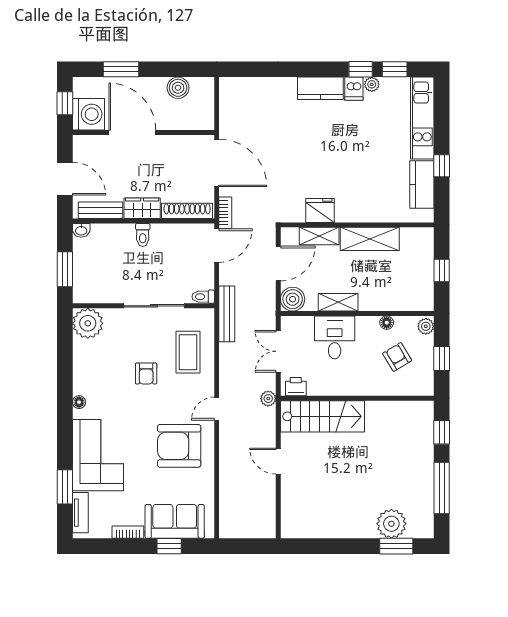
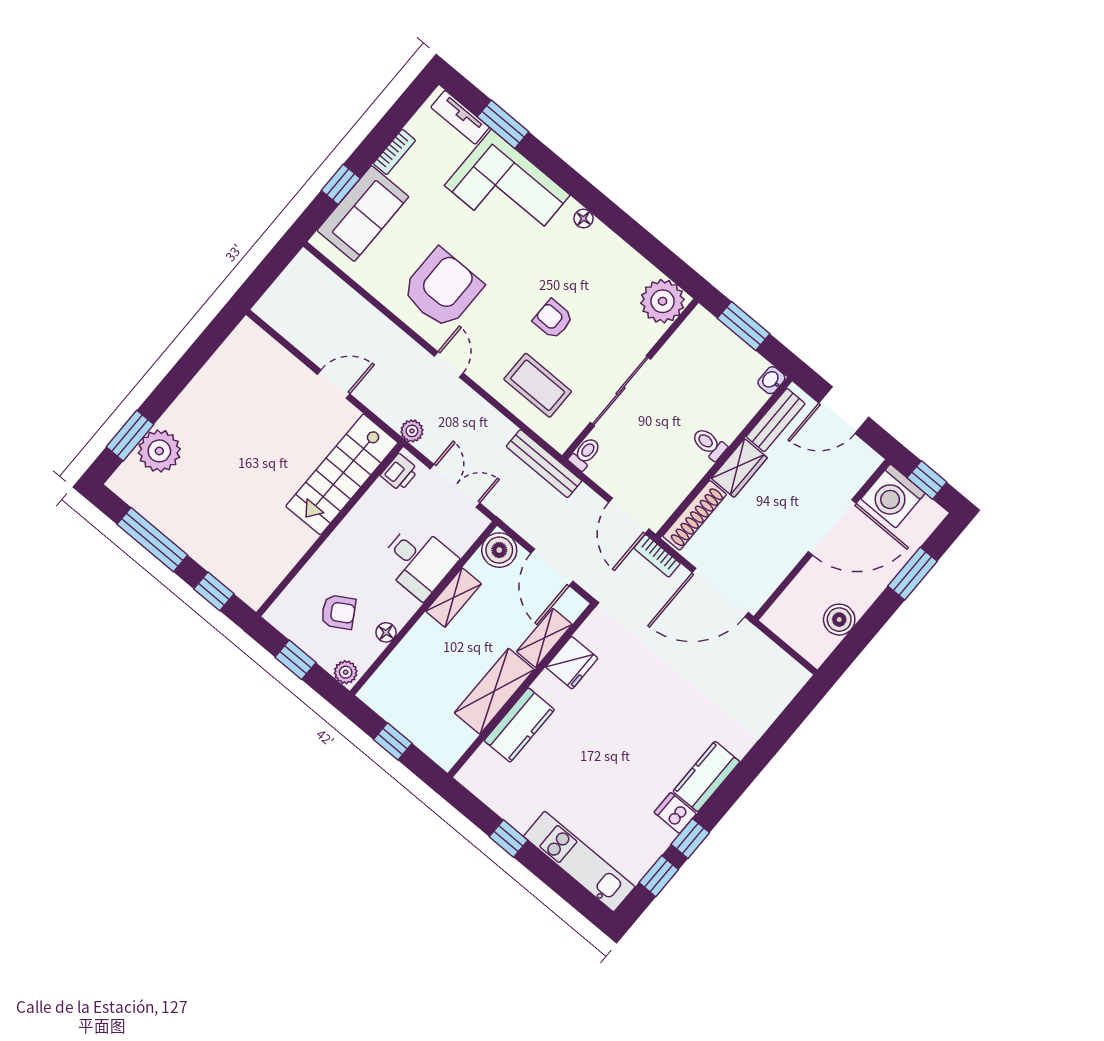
plant: (372, 84) -> (663, 837), removed
kitchen counter: (422, 185) -> (519, 725), moved, turned 90

